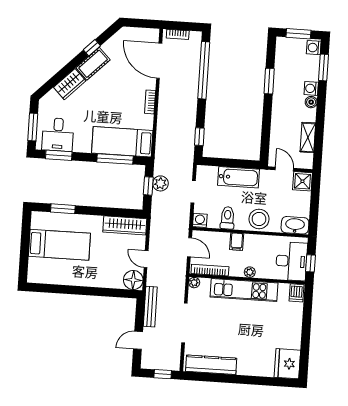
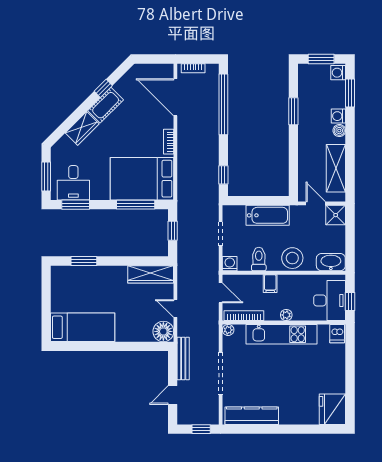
shelving: (308, 137) -> (336, 168), width x1.50, depth x1.33
bed: (122, 142) -> (142, 179), width x1.50
plant: (160, 183) -> (185, 227), removed
bed: (59, 245) -> (83, 327), moved

